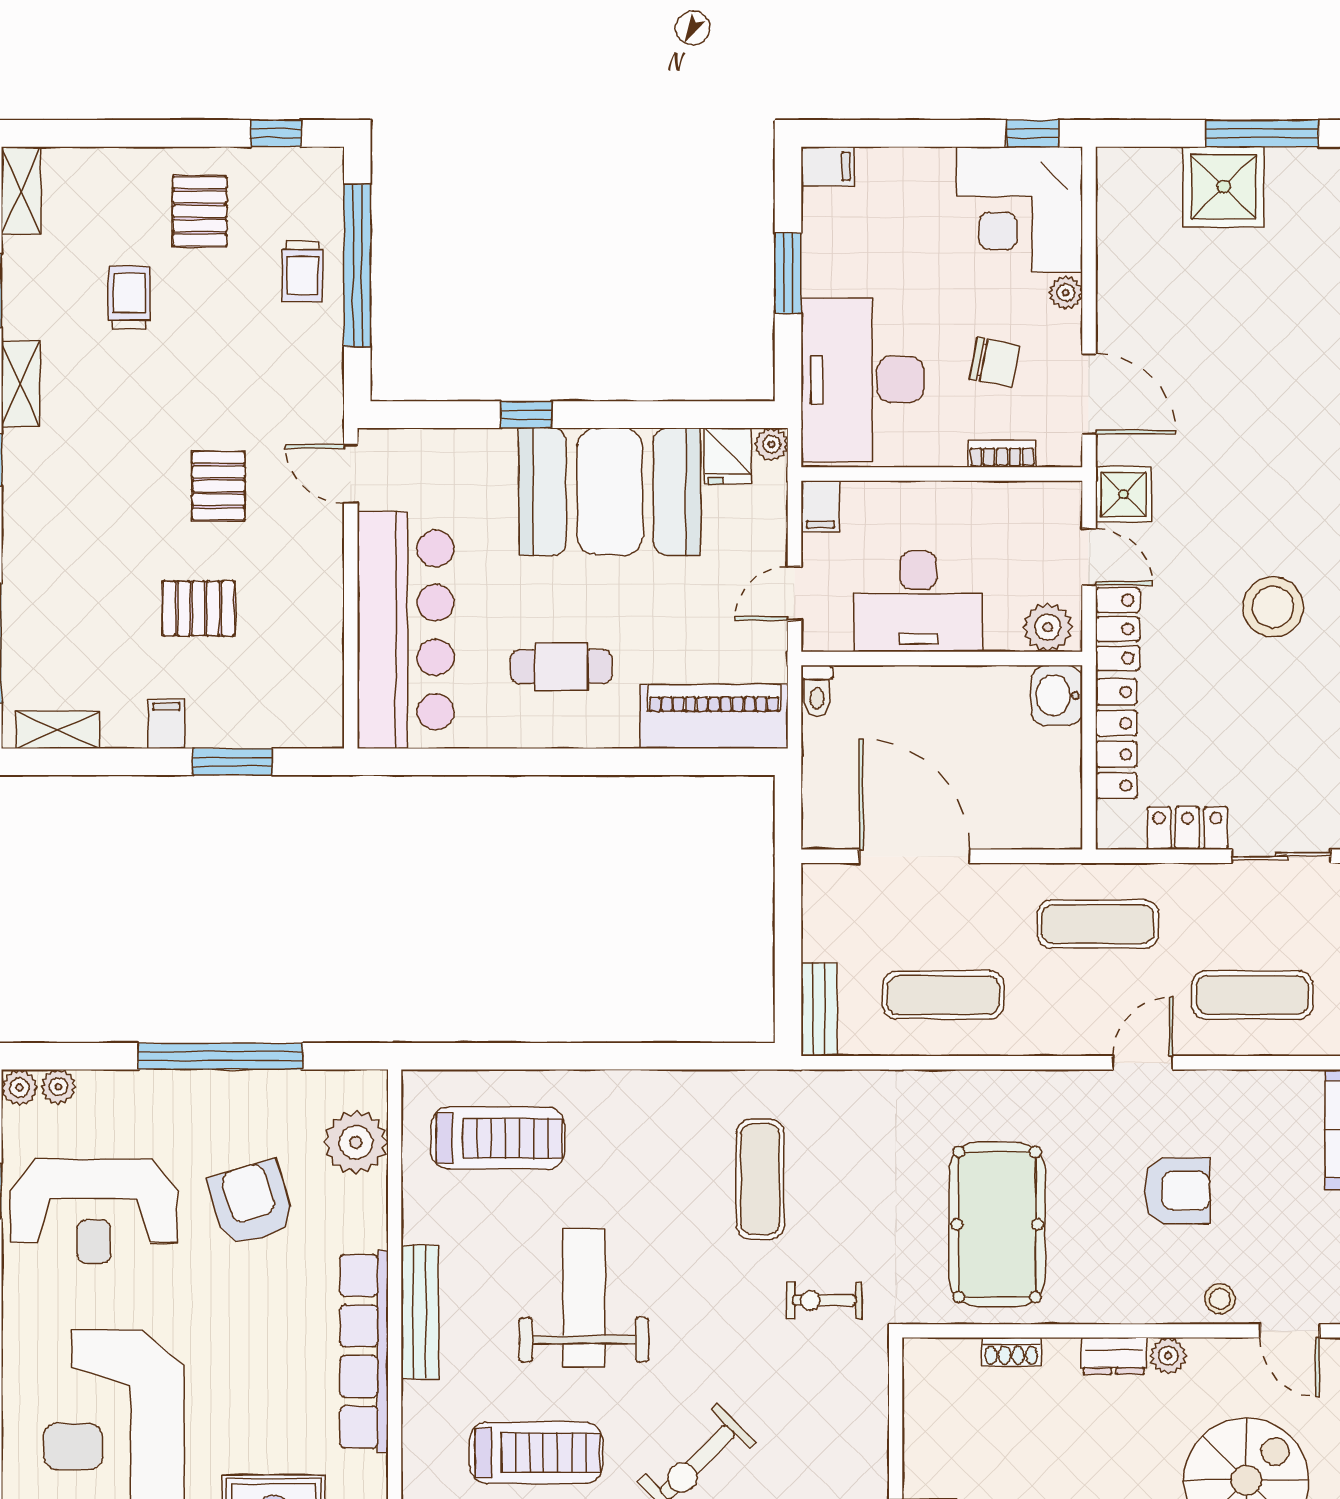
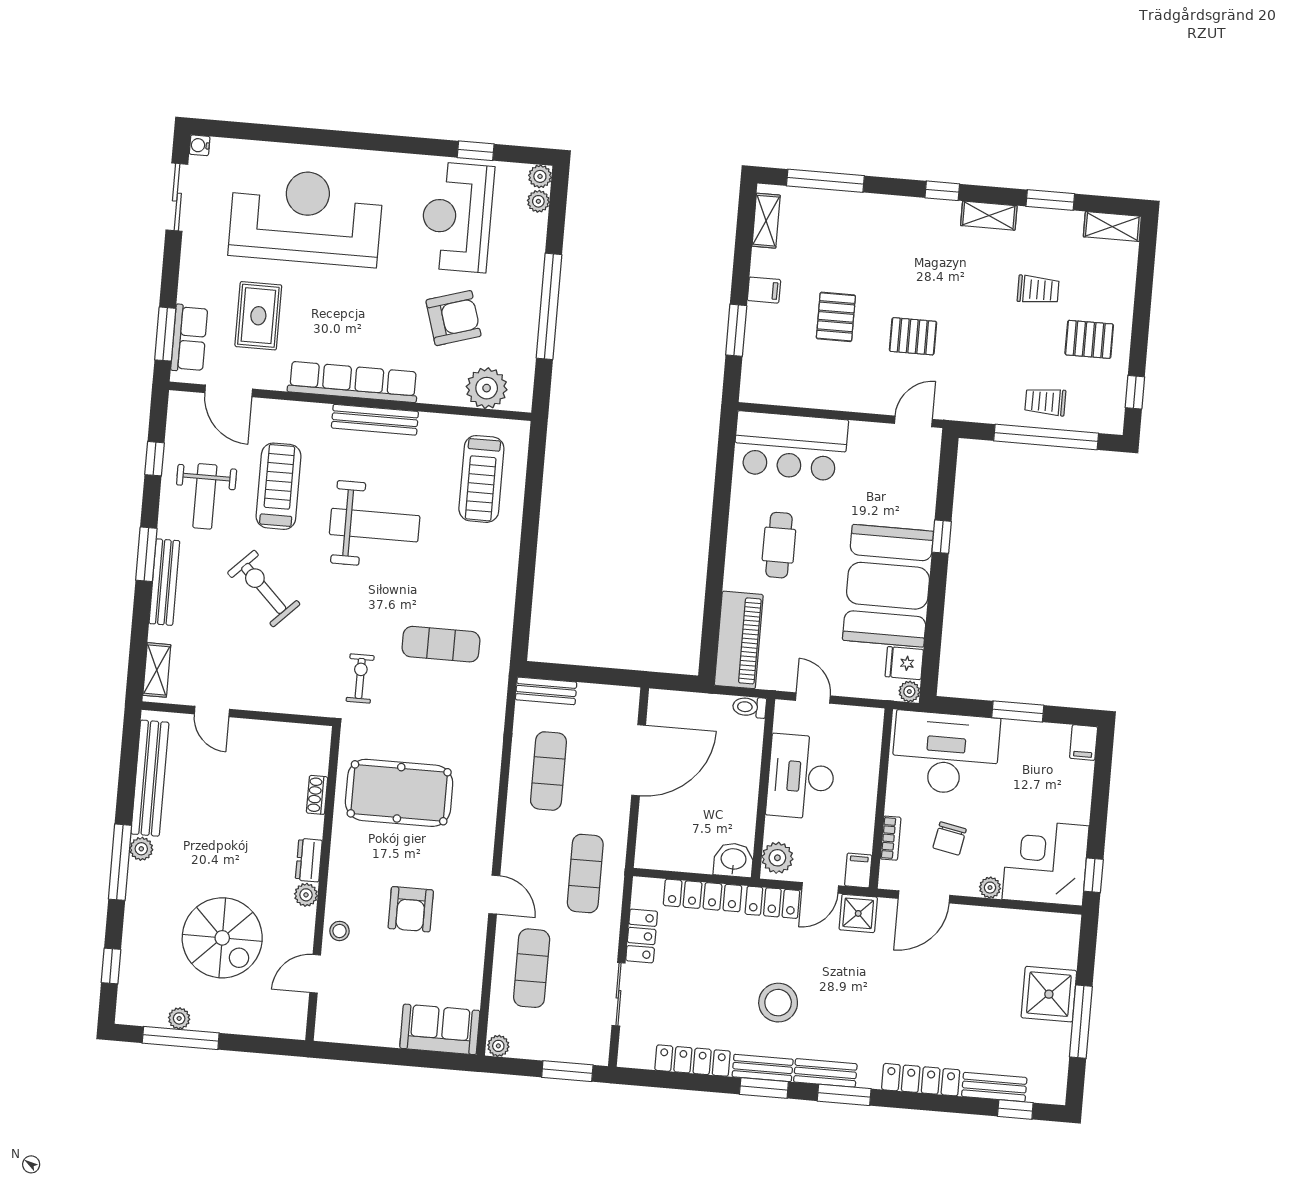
filing cabinet: (820, 506) -> (858, 870), moved, turned 90
bar counter: (406, 630) -> (791, 446), width x0.73
treadmill: (536, 1453) -> (279, 486), turned 180

